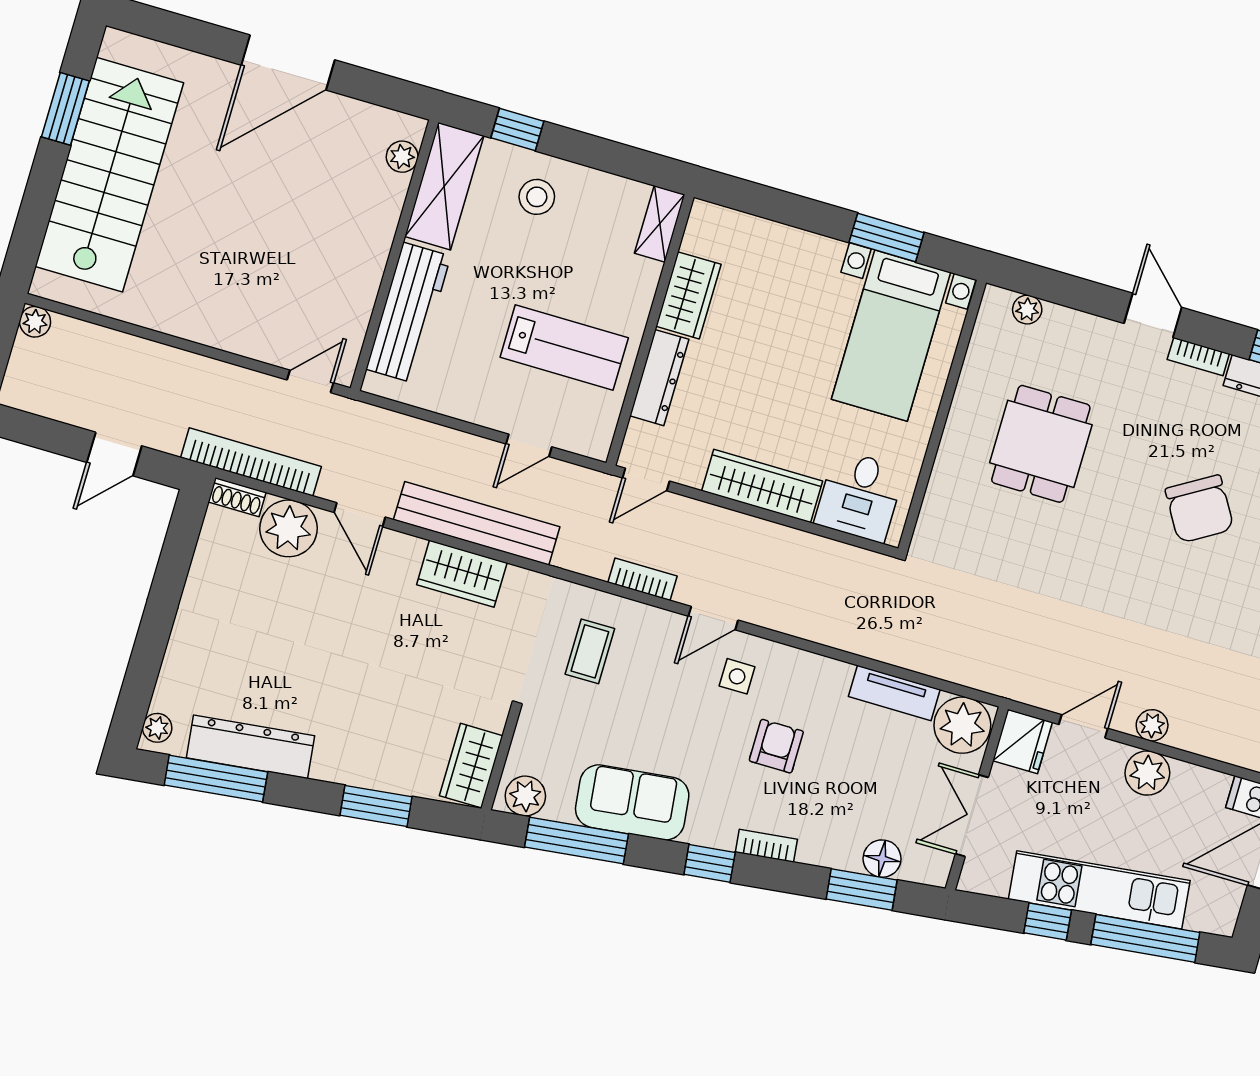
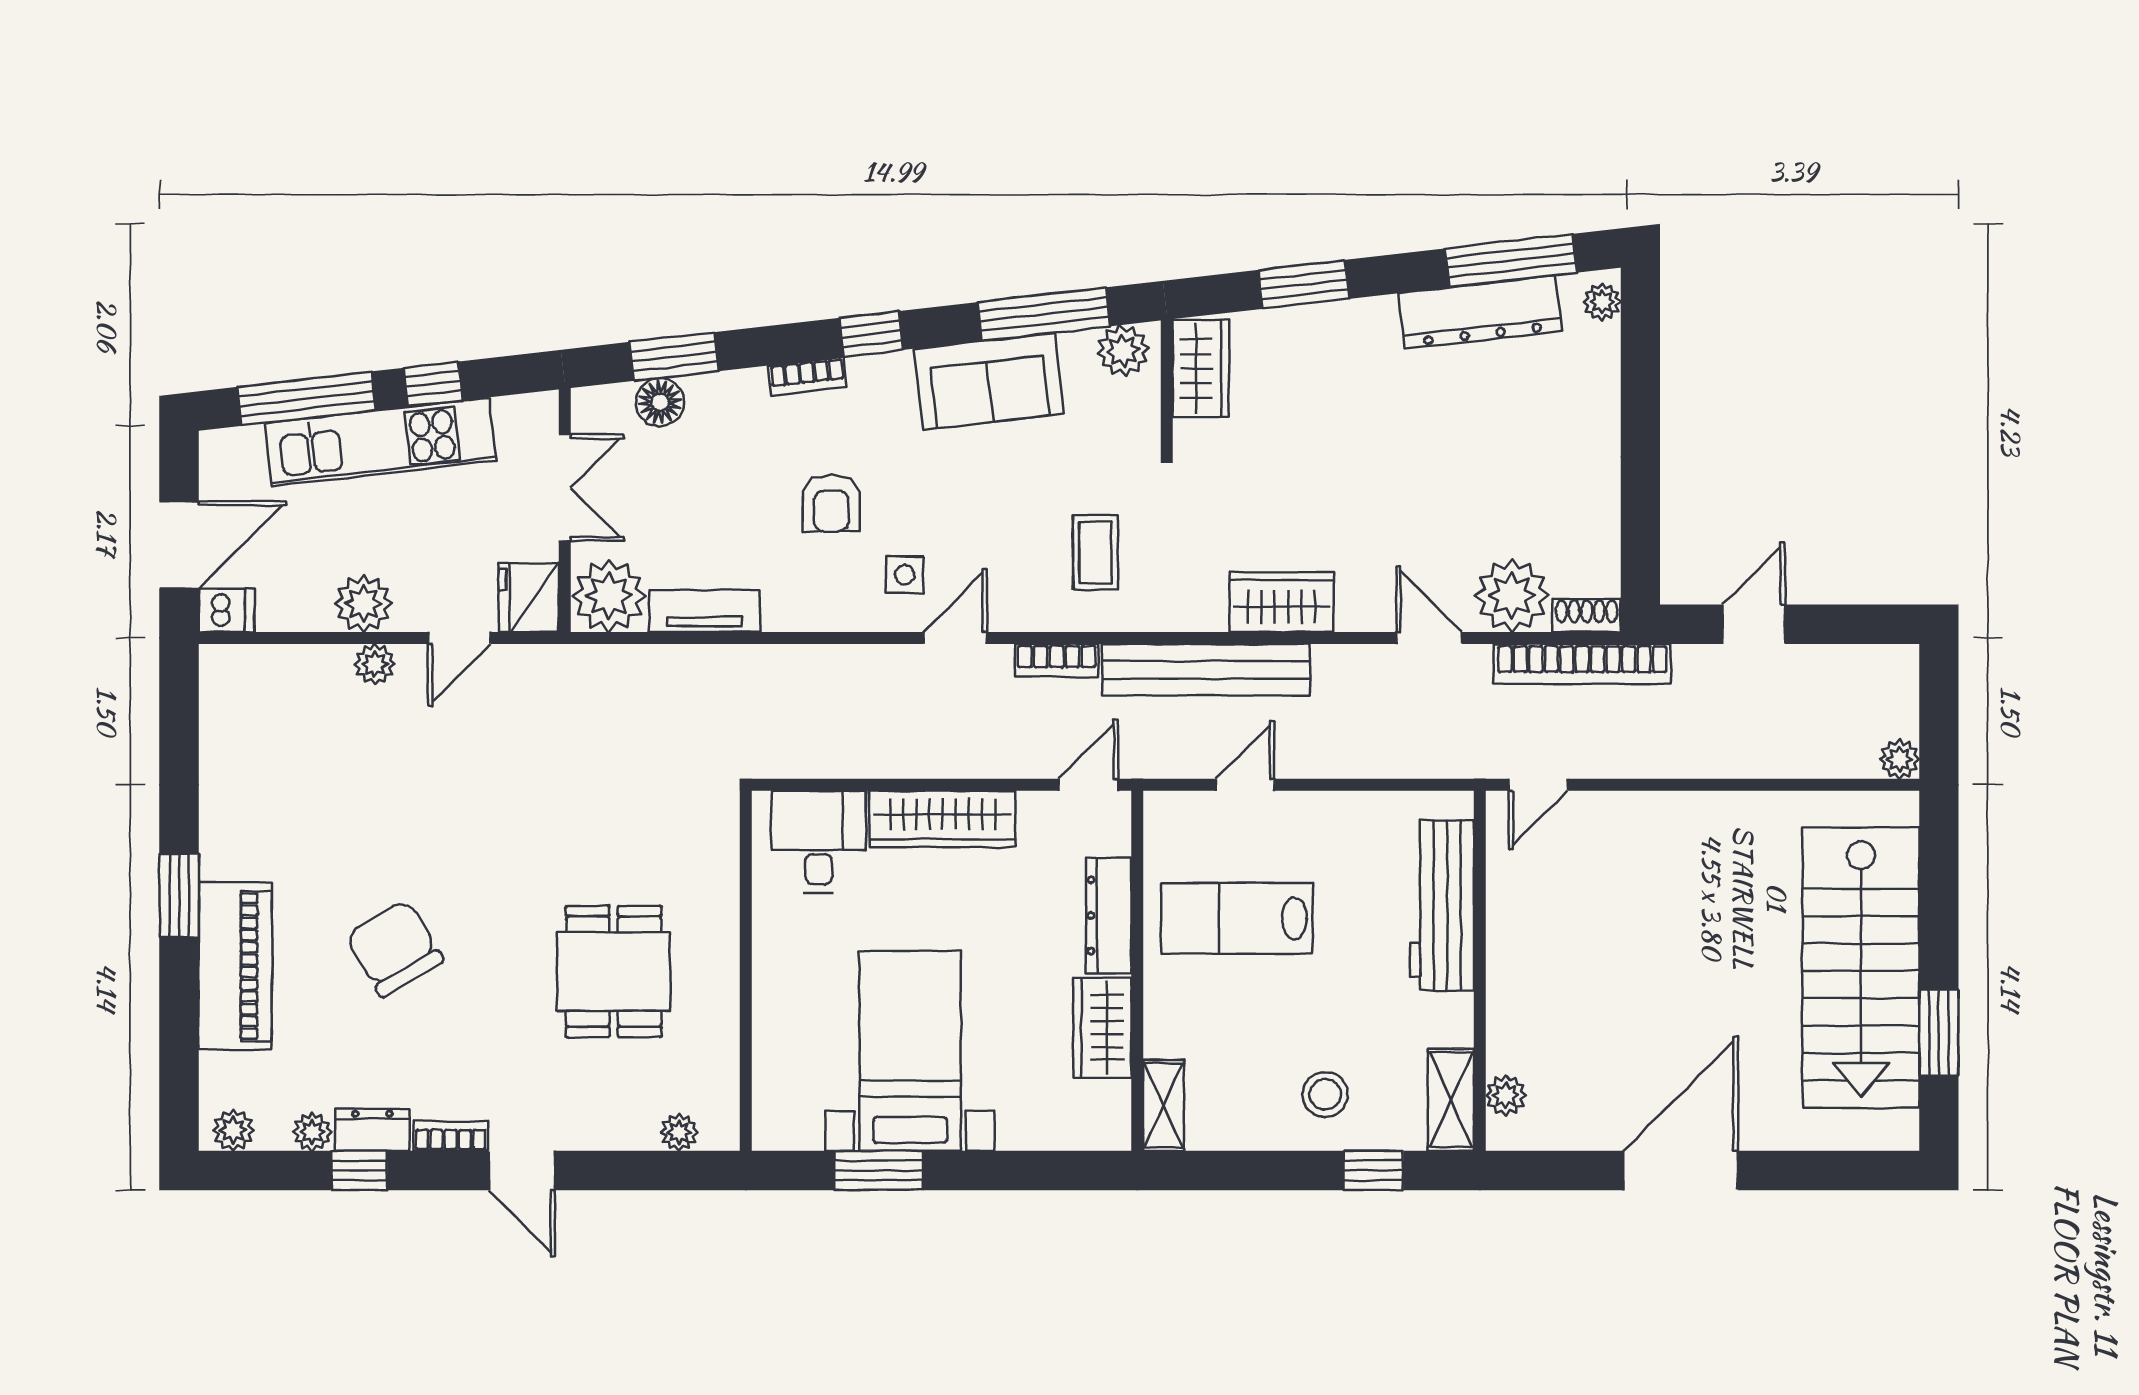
shelving: (444, 186) -> (1451, 1100), width x0.67, depth x0.75
bed with nightstands: (891, 336) -> (910, 1051), moved
bench: (477, 523) -> (1206, 670), moved

